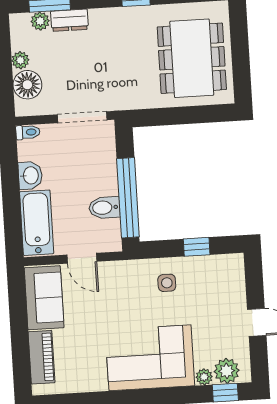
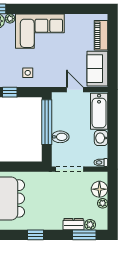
bidet: (104, 208) -> (60, 137), moved

